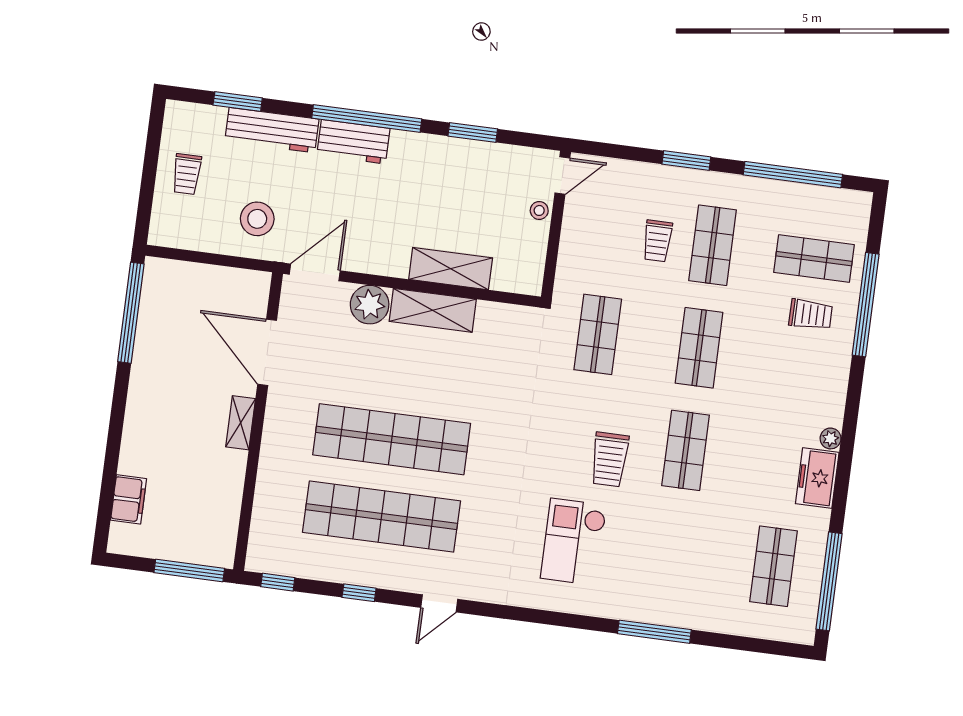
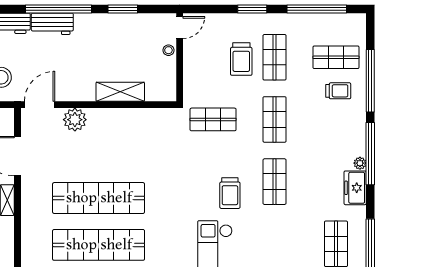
trolley: (657, 241) -> (241, 59), width x1.36, depth x1.39
shelving: (433, 310) -> (113, 118), removed
shop shelf: (598, 334) -> (213, 119), turned 90
window: (850, 425) -> (370, 154), added

